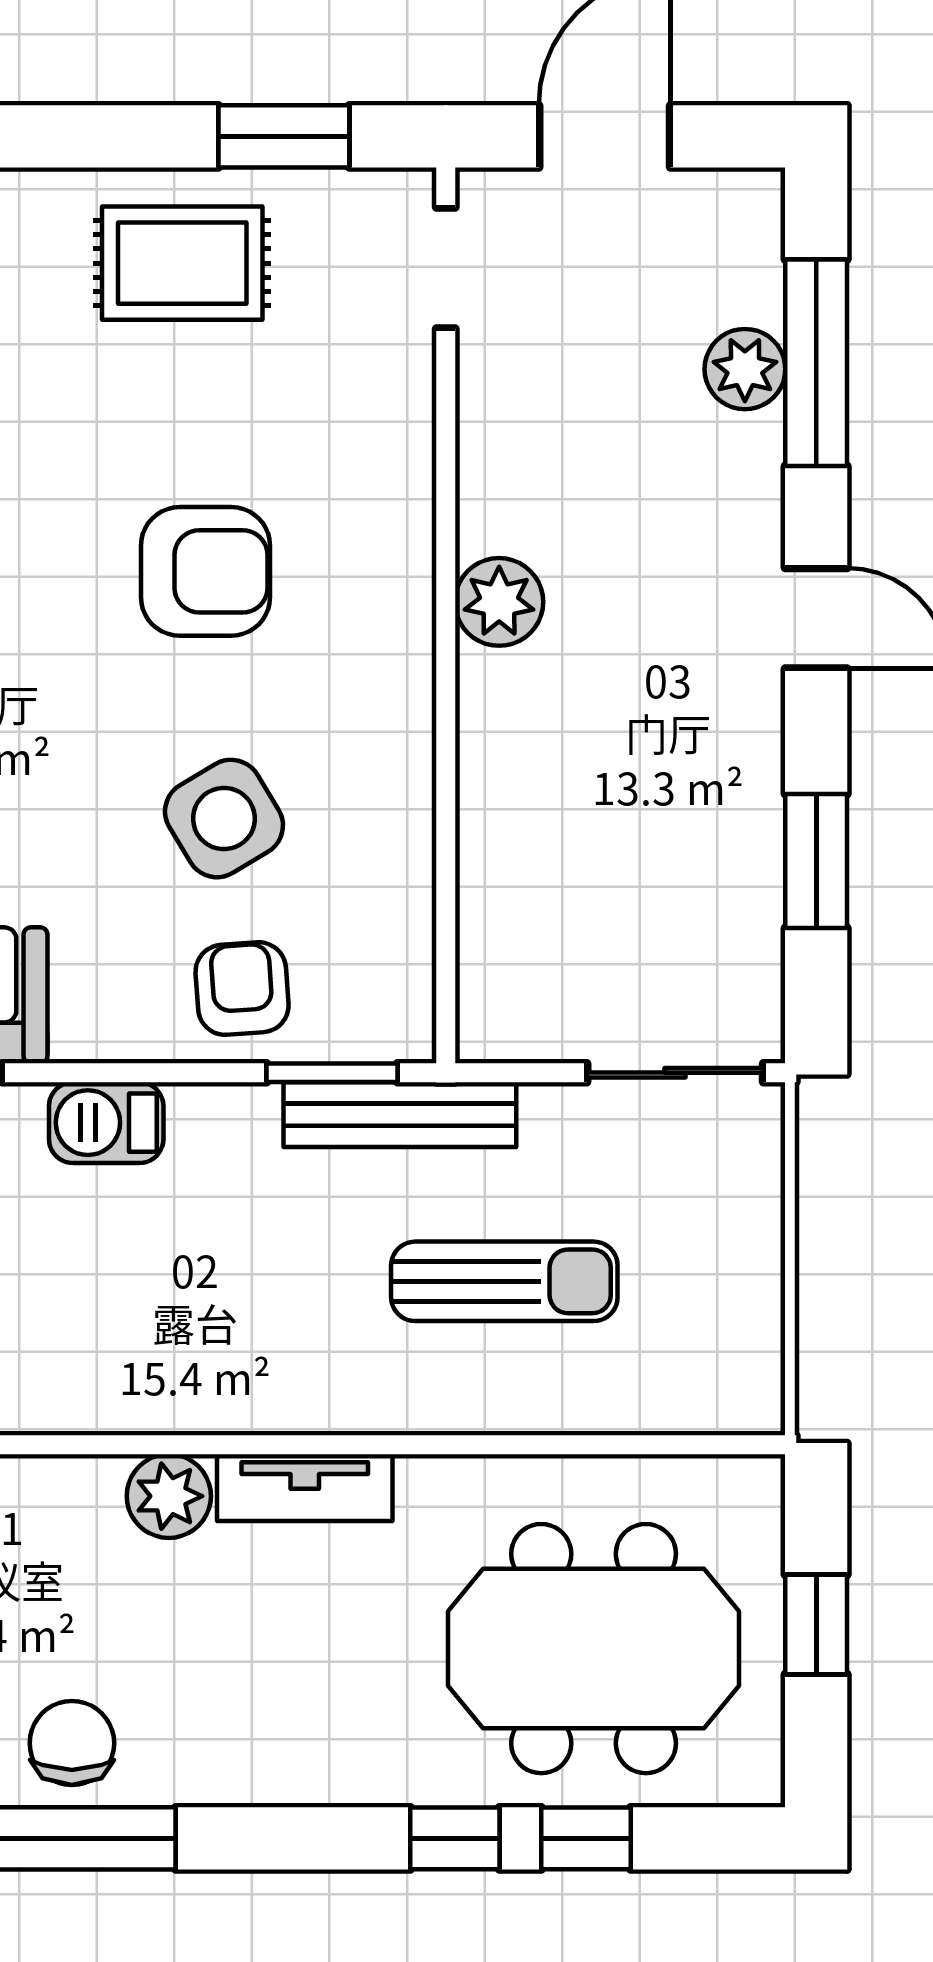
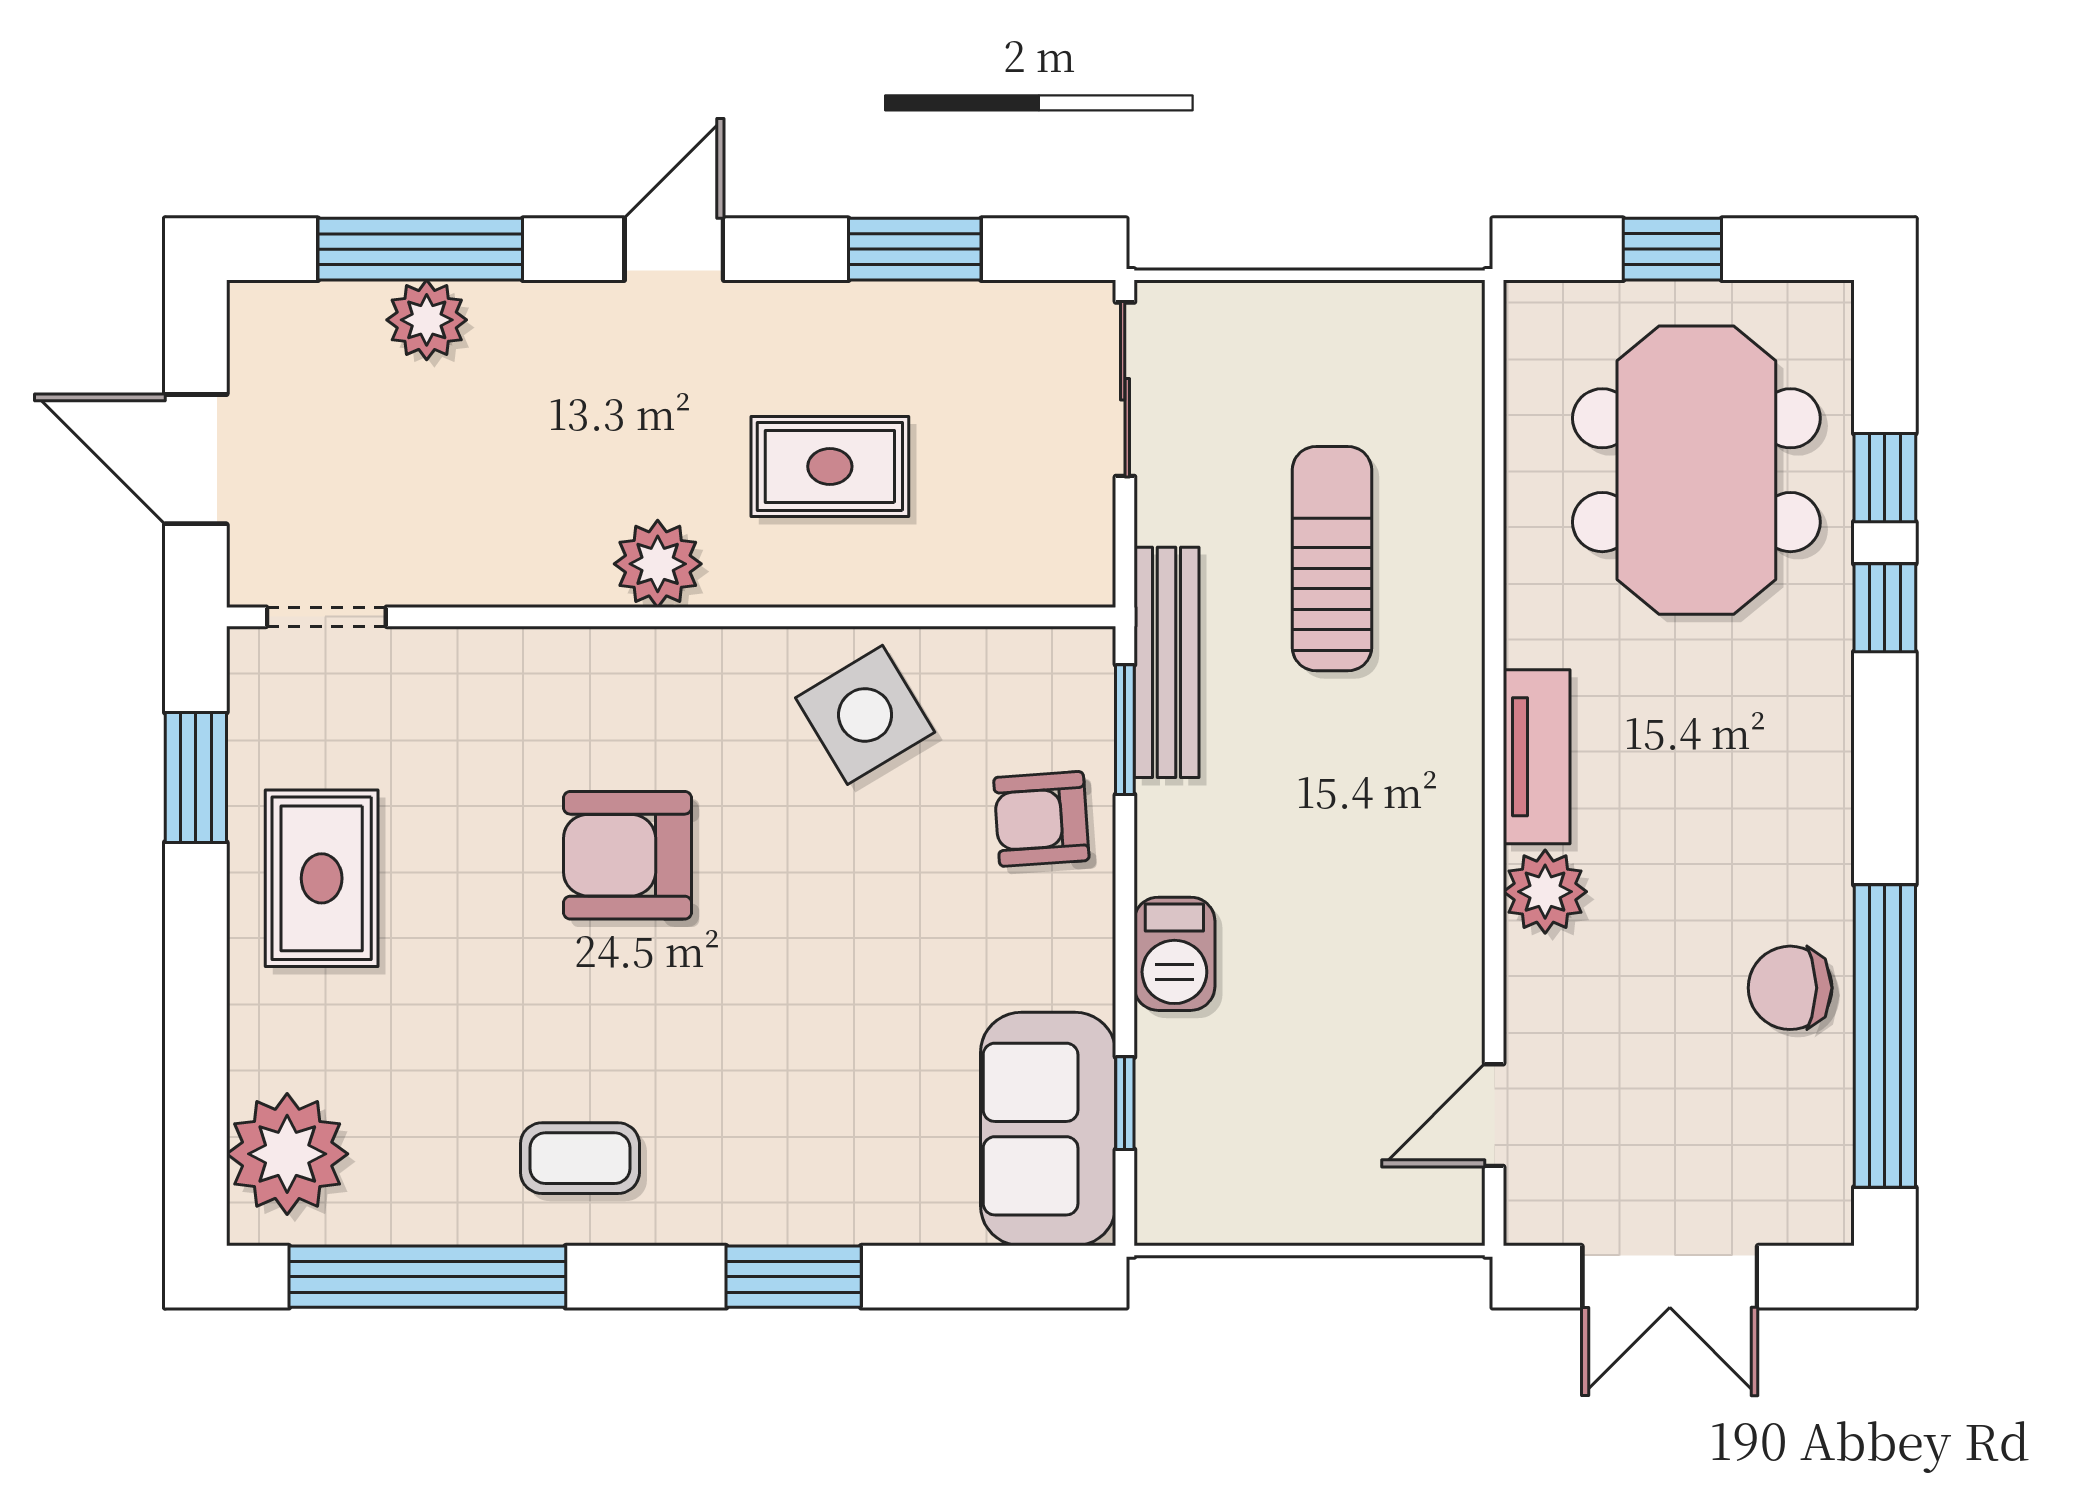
armchair: (205, 571) -> (627, 855), turned -90
rug: (597, 775) -> (830, 466), added
side table: (224, 819) -> (865, 715), moved

